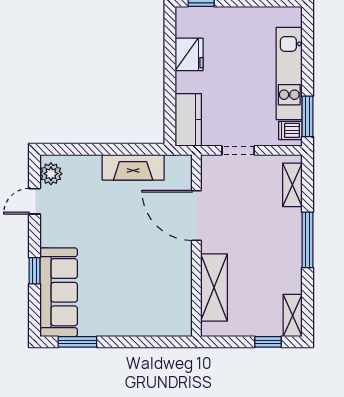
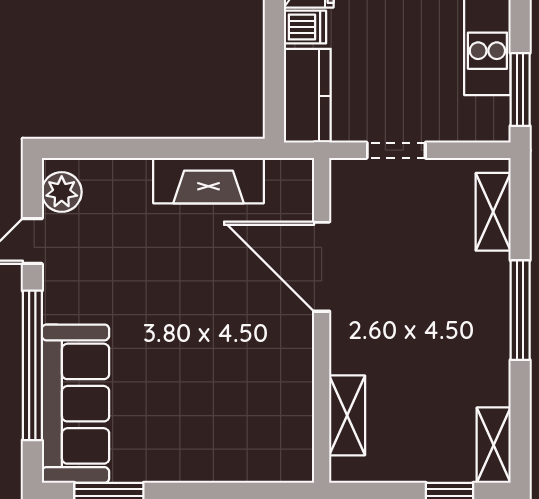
dishwasher: (290, 130) -> (305, 27), moved, turned 180
window: (35, 271) -> (32, 365), width x3.17
shelving: (214, 288) -> (347, 415), width x0.67, depth x0.75

